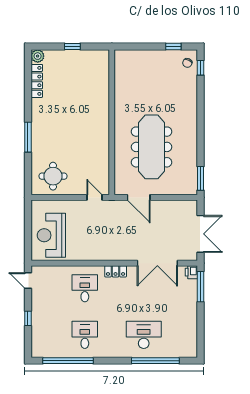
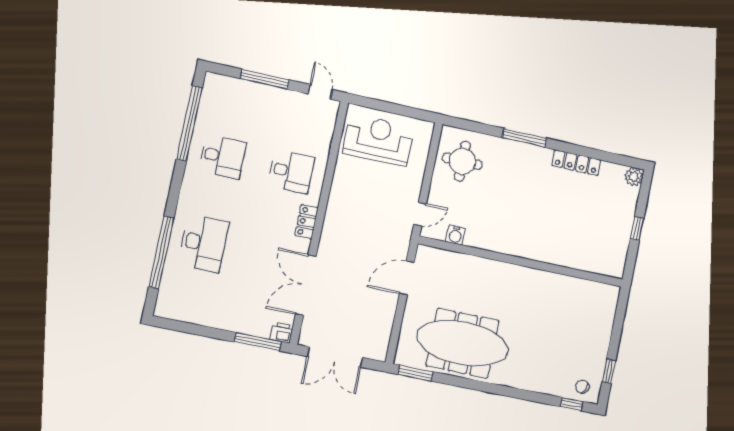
locker: (37, 81) -> (576, 163), moved
meeting table: (152, 147) -> (463, 343), moved
water cooler: (103, 171) -> (455, 235), added
door: (28, 280) -> (320, 92), hinge flipped
window: (28, 318) -> (265, 79), width x2.17

